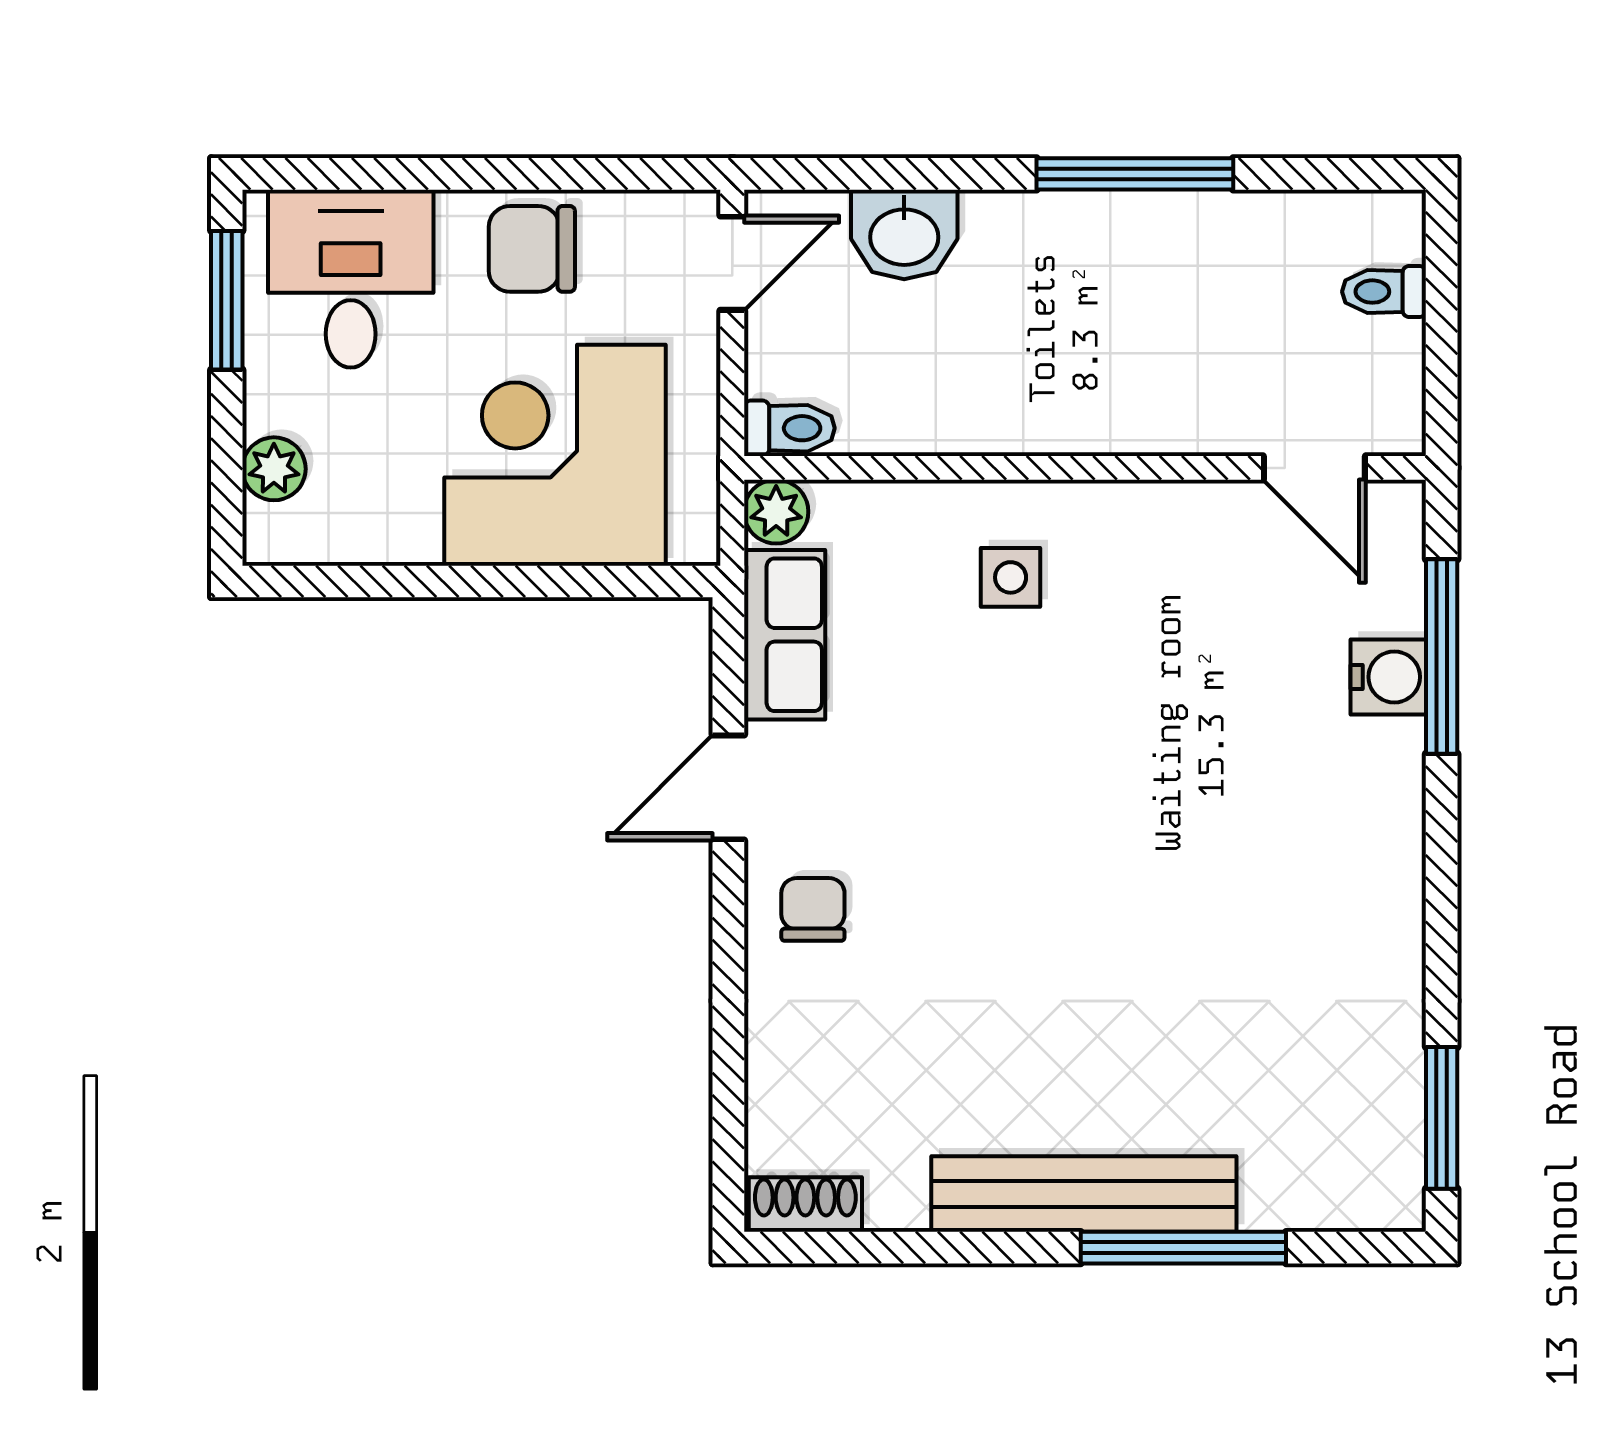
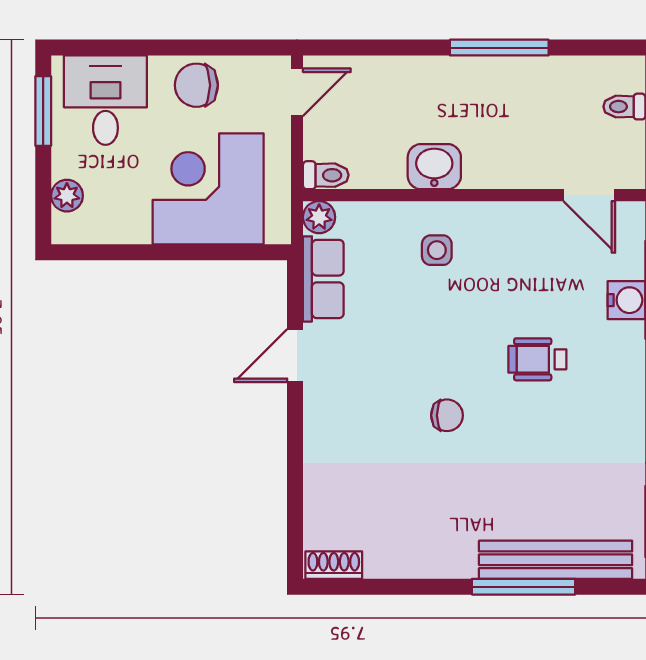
washbasin: (904, 234) -> (434, 167), moved, turned 180
wheelchair: (1211, 795) -> (537, 359), added
chair: (813, 909) -> (447, 415), moved, turned 90
bench: (1084, 1194) -> (556, 560), moved

